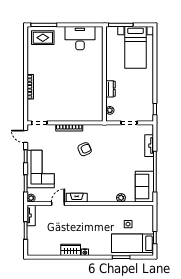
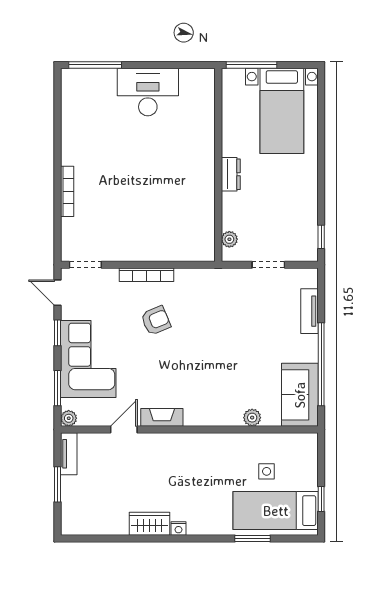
rug: (43, 38) -> (93, 91), removed
desk: (80, 38) -> (148, 92), moved
dresser: (110, 89) -> (231, 174), moved
armchair: (85, 149) -> (156, 320), moved

